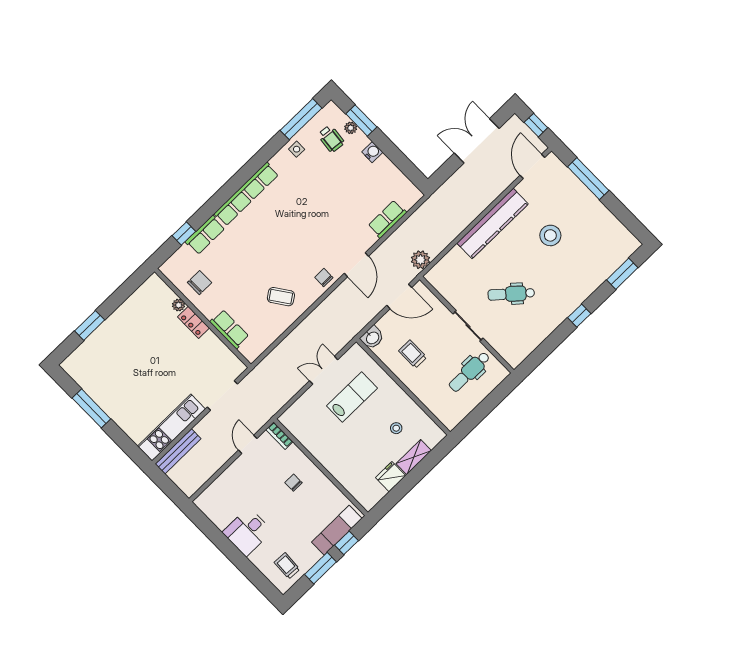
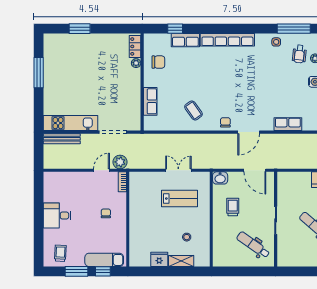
plant: (420, 260) -> (120, 162), moved
locker: (194, 322) -> (135, 46), moved
dental chair: (469, 372) -> (253, 245), turned 35

